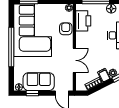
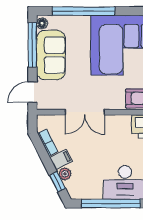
window: (11, 47) -> (83, 11), moved
window: (32, 93) -> (32, 45), width x2.17

